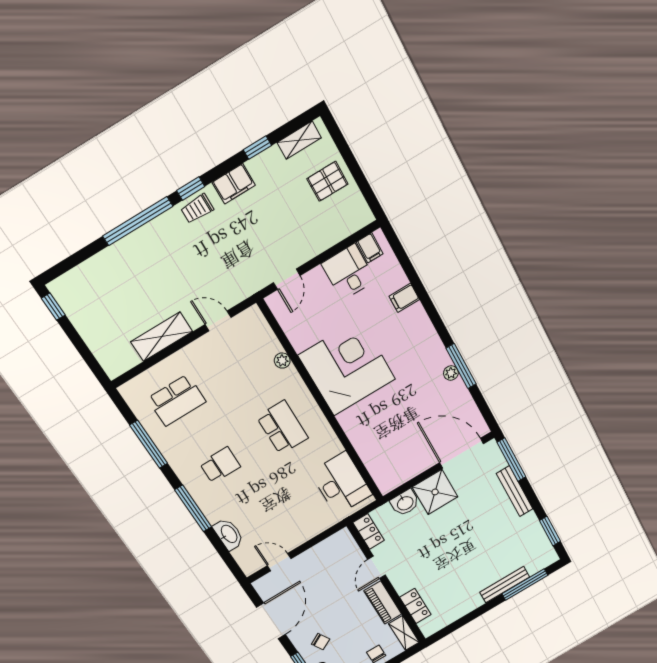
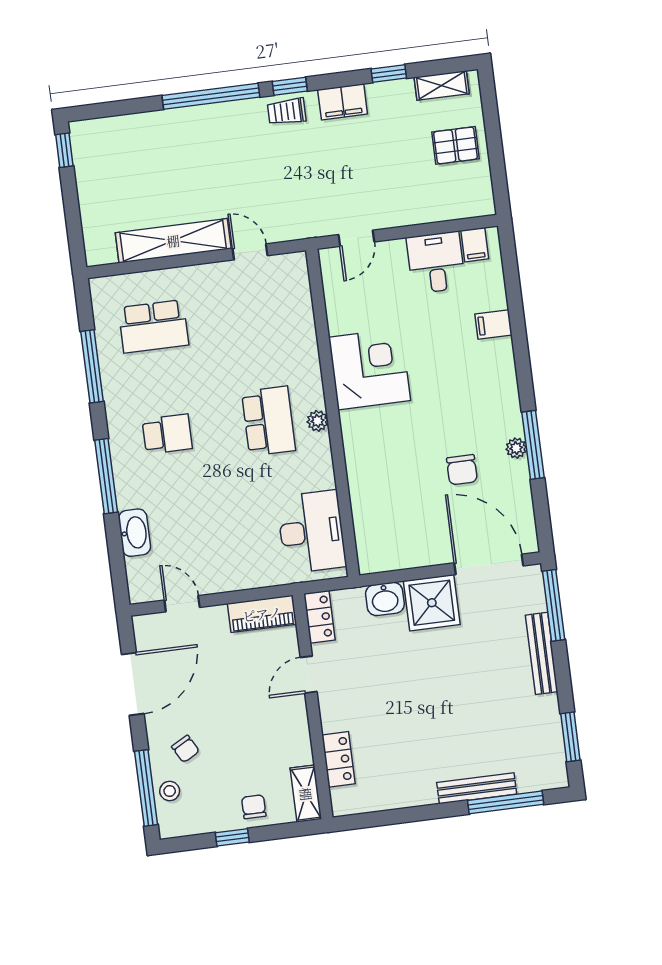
shelving: (162, 337) -> (173, 241), width x1.47
plant: (282, 361) -> (318, 421), moved
corner desk: (347, 367) -> (370, 369), width x0.74, depth x0.74
chair: (421, 402) -> (462, 470), added
piano: (383, 603) -> (262, 614), moved, turned -90

